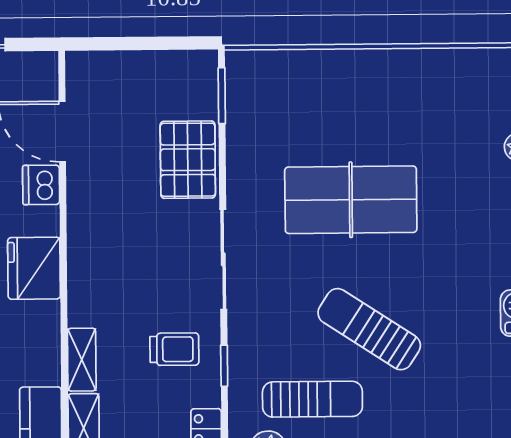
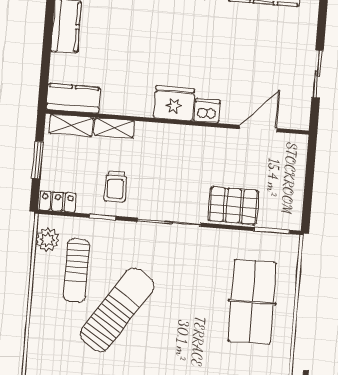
dishwasher: (41, 185) -> (207, 111), moved
table tennis table: (351, 200) -> (252, 302), moved
sun lounger: (369, 329) -> (117, 310), width x1.36, depth x1.34

